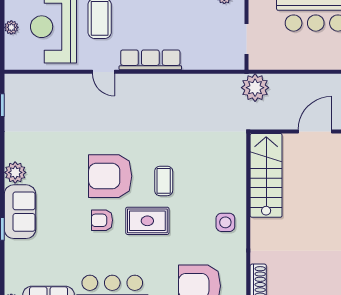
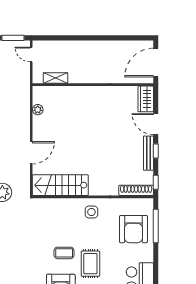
door: (315, 131) -> (31, 153), swing flipped

